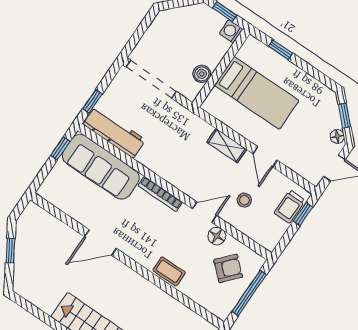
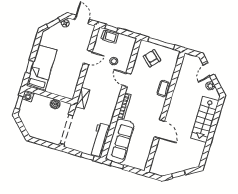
bed: (257, 93) -> (42, 68), moved
shelving: (227, 146) -> (83, 98), moved
floor lamp: (217, 236) -> (137, 69), removed

